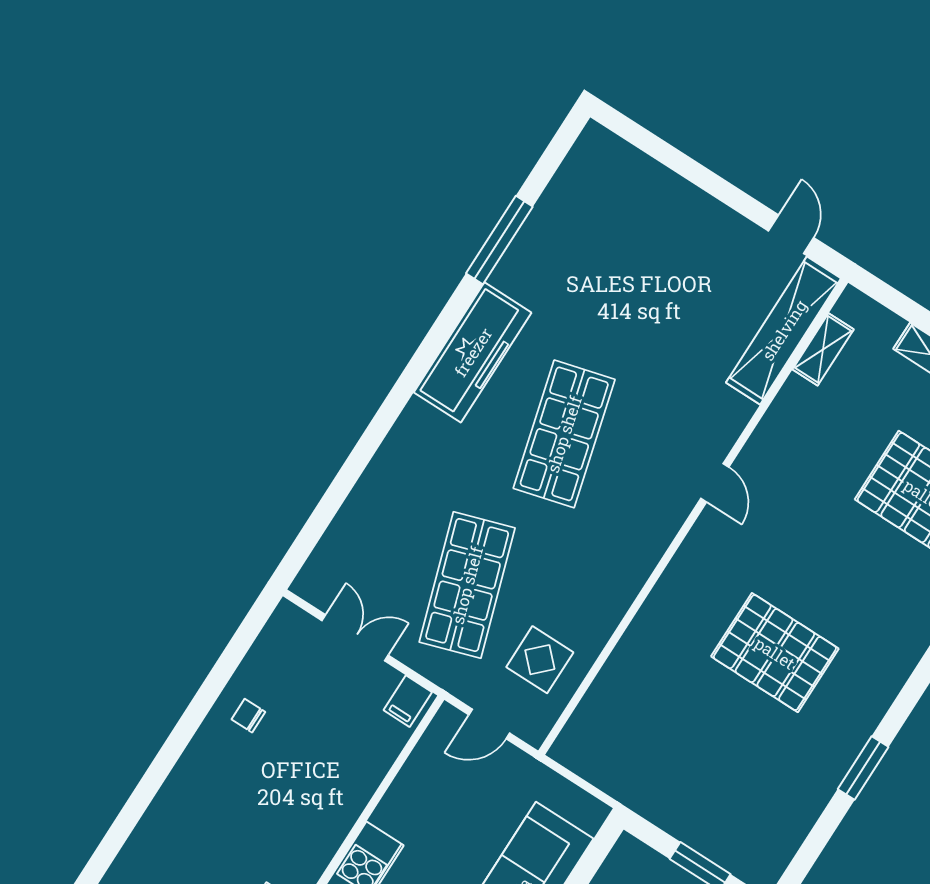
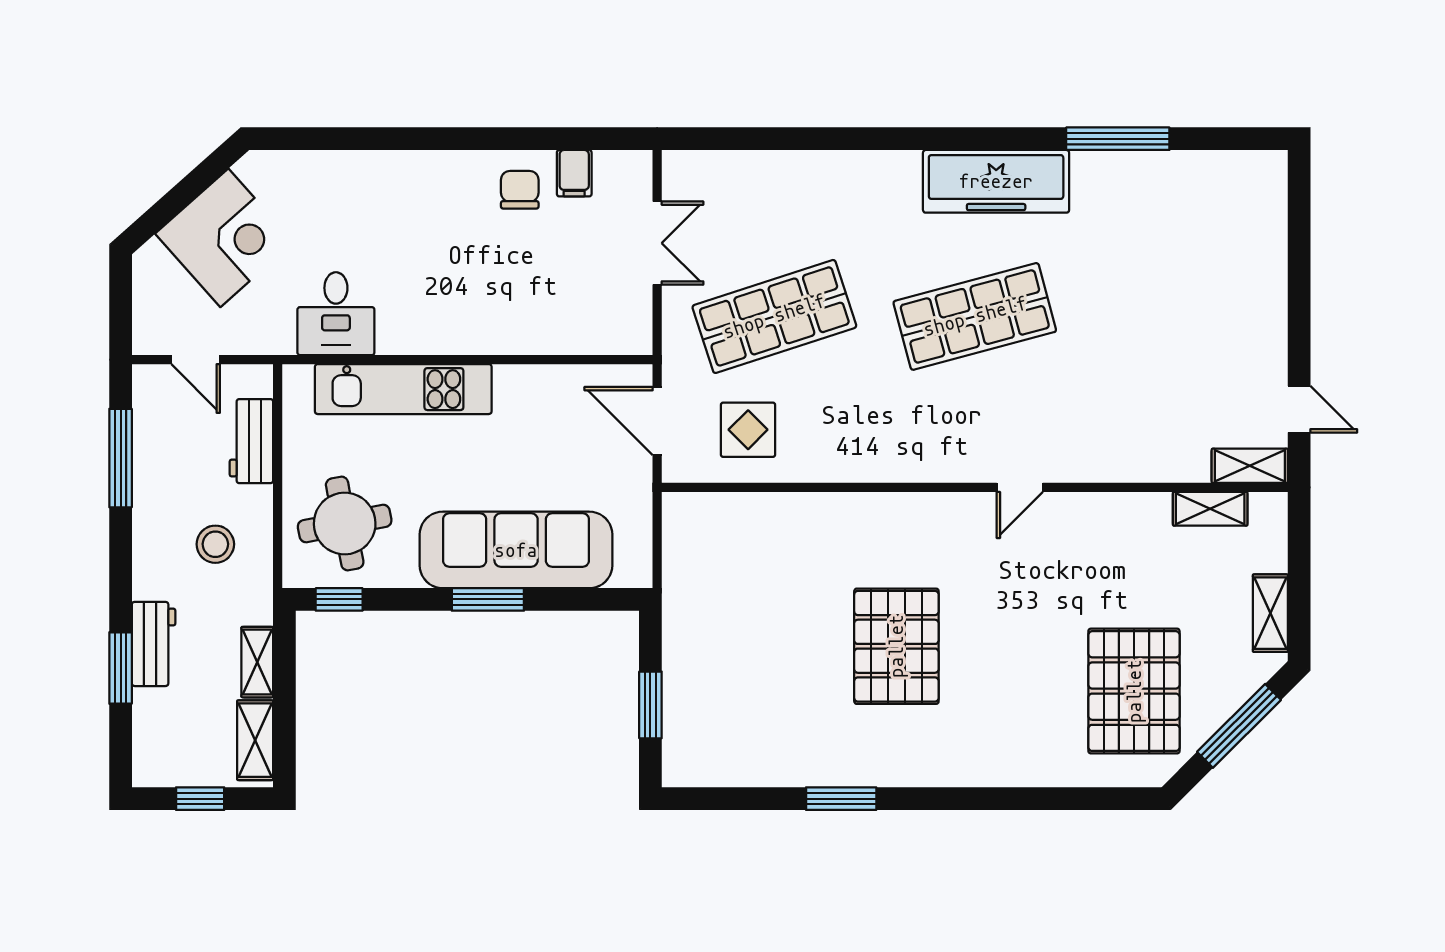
door: (791, 234) -> (1299, 409), hinge flipped
shelving: (784, 330) -> (1250, 466), width x0.45, depth x0.75
filing cabinet: (408, 701) -> (574, 173), moved, turned -90
chair: (248, 716) -> (520, 190), width x1.37, depth x1.37
door: (489, 724) -> (657, 421), width x1.38

